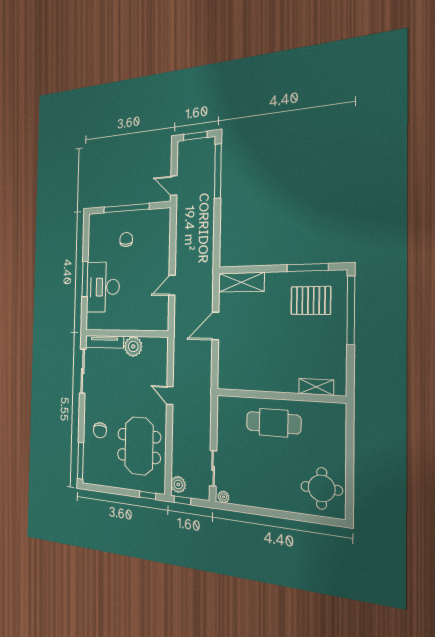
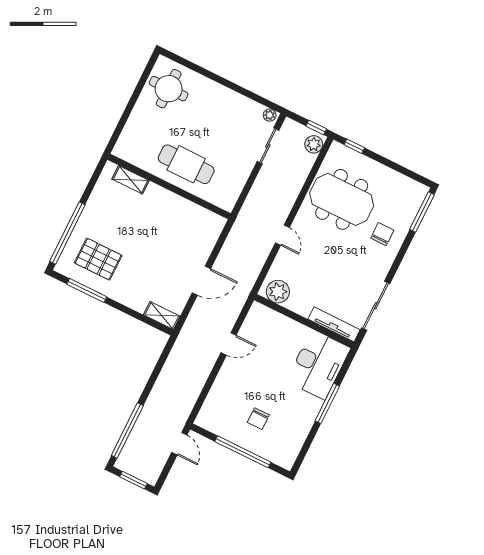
shelving: (241, 282) -> (162, 315), width x0.67, depth x0.75
desk: (103, 287) -> (318, 365), moved
plant: (133, 346) -> (278, 292), moved
meeting table: (139, 446) -> (342, 199), turned 90

